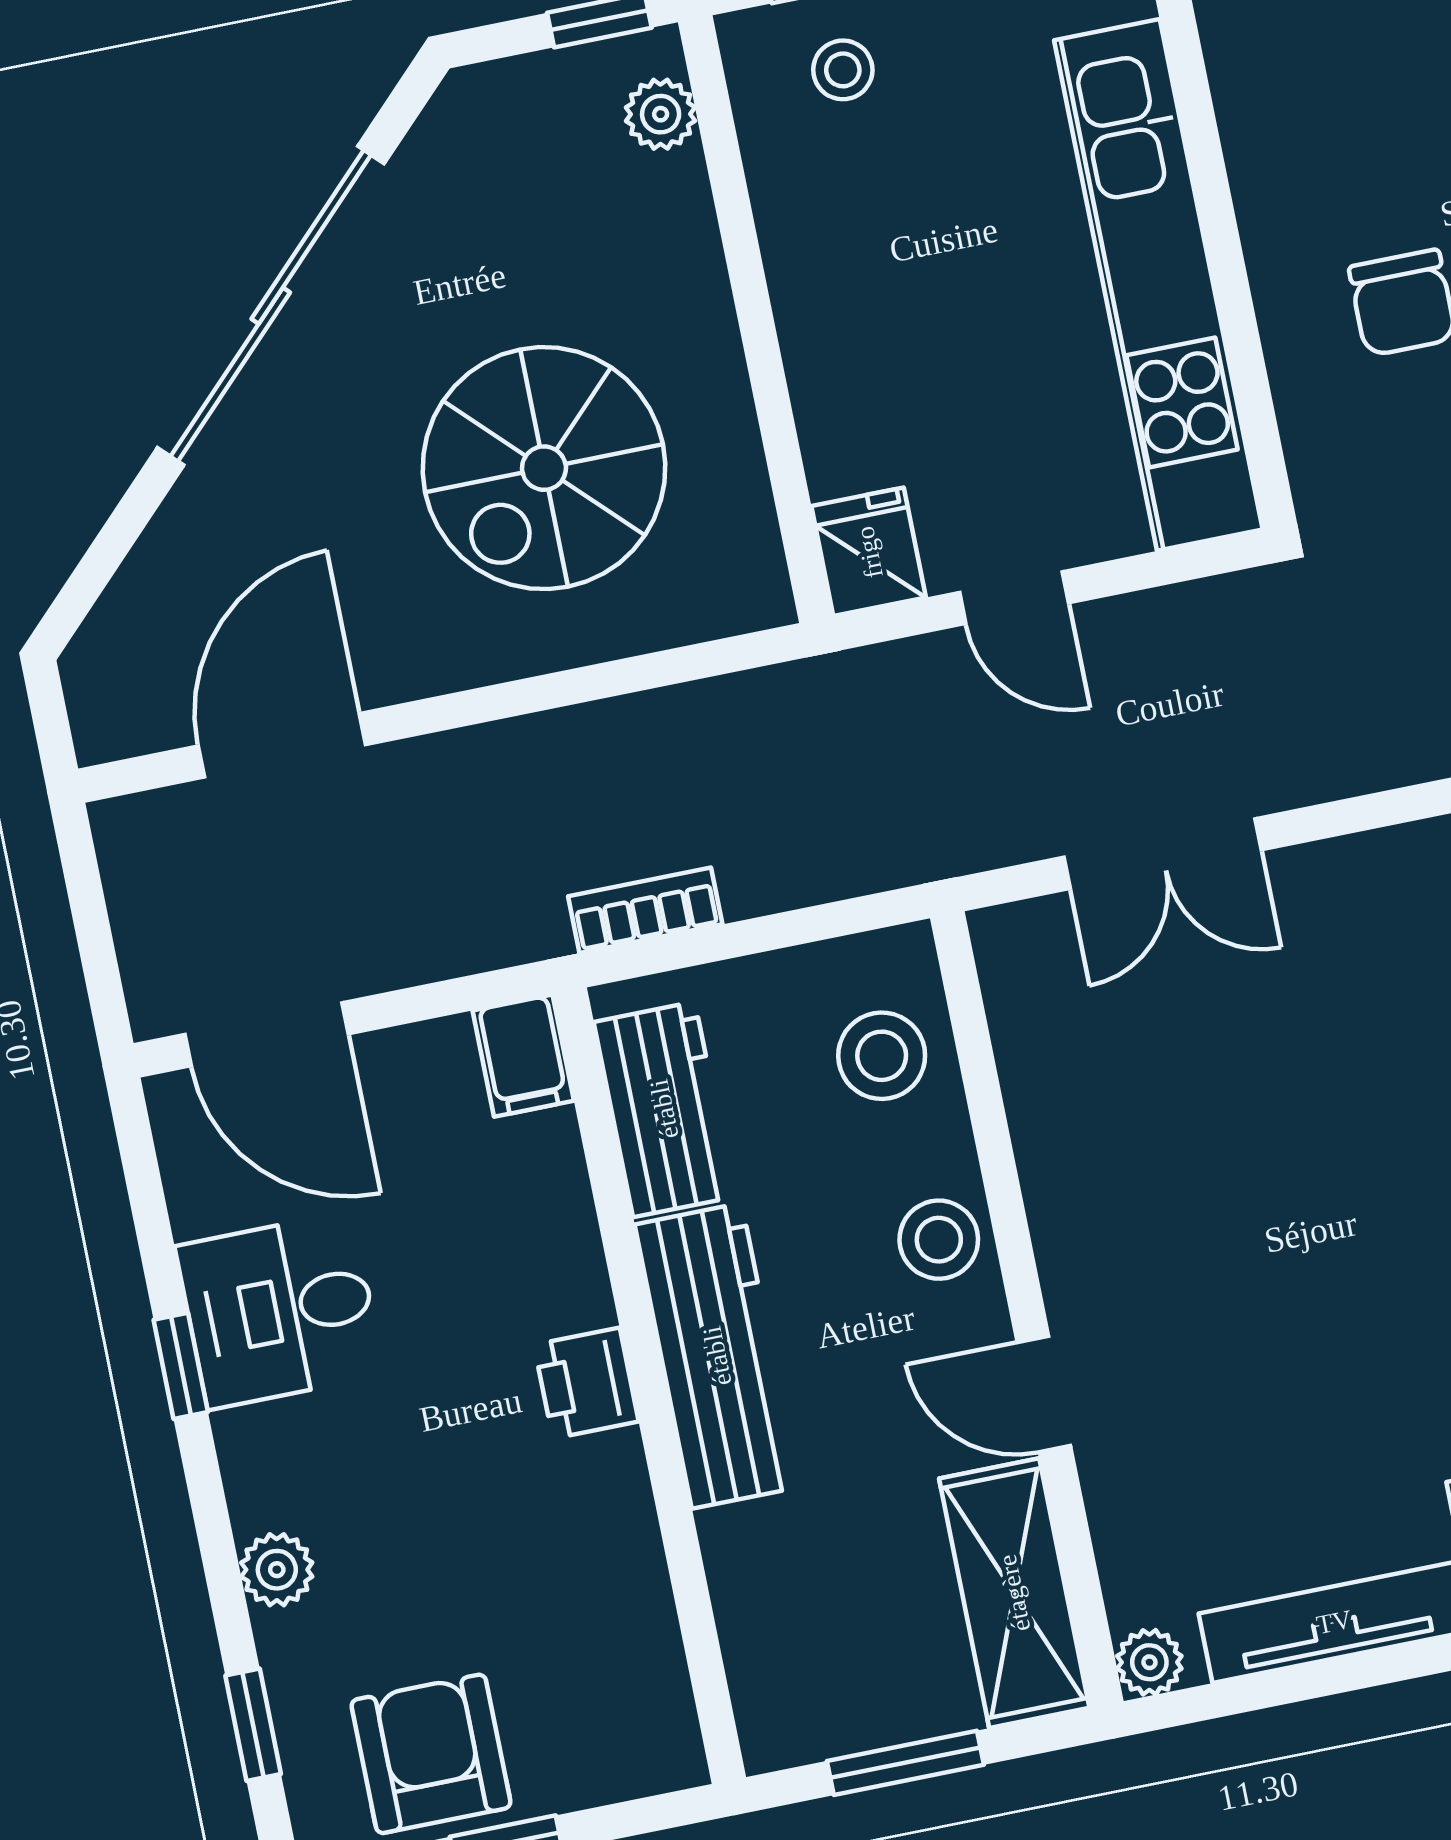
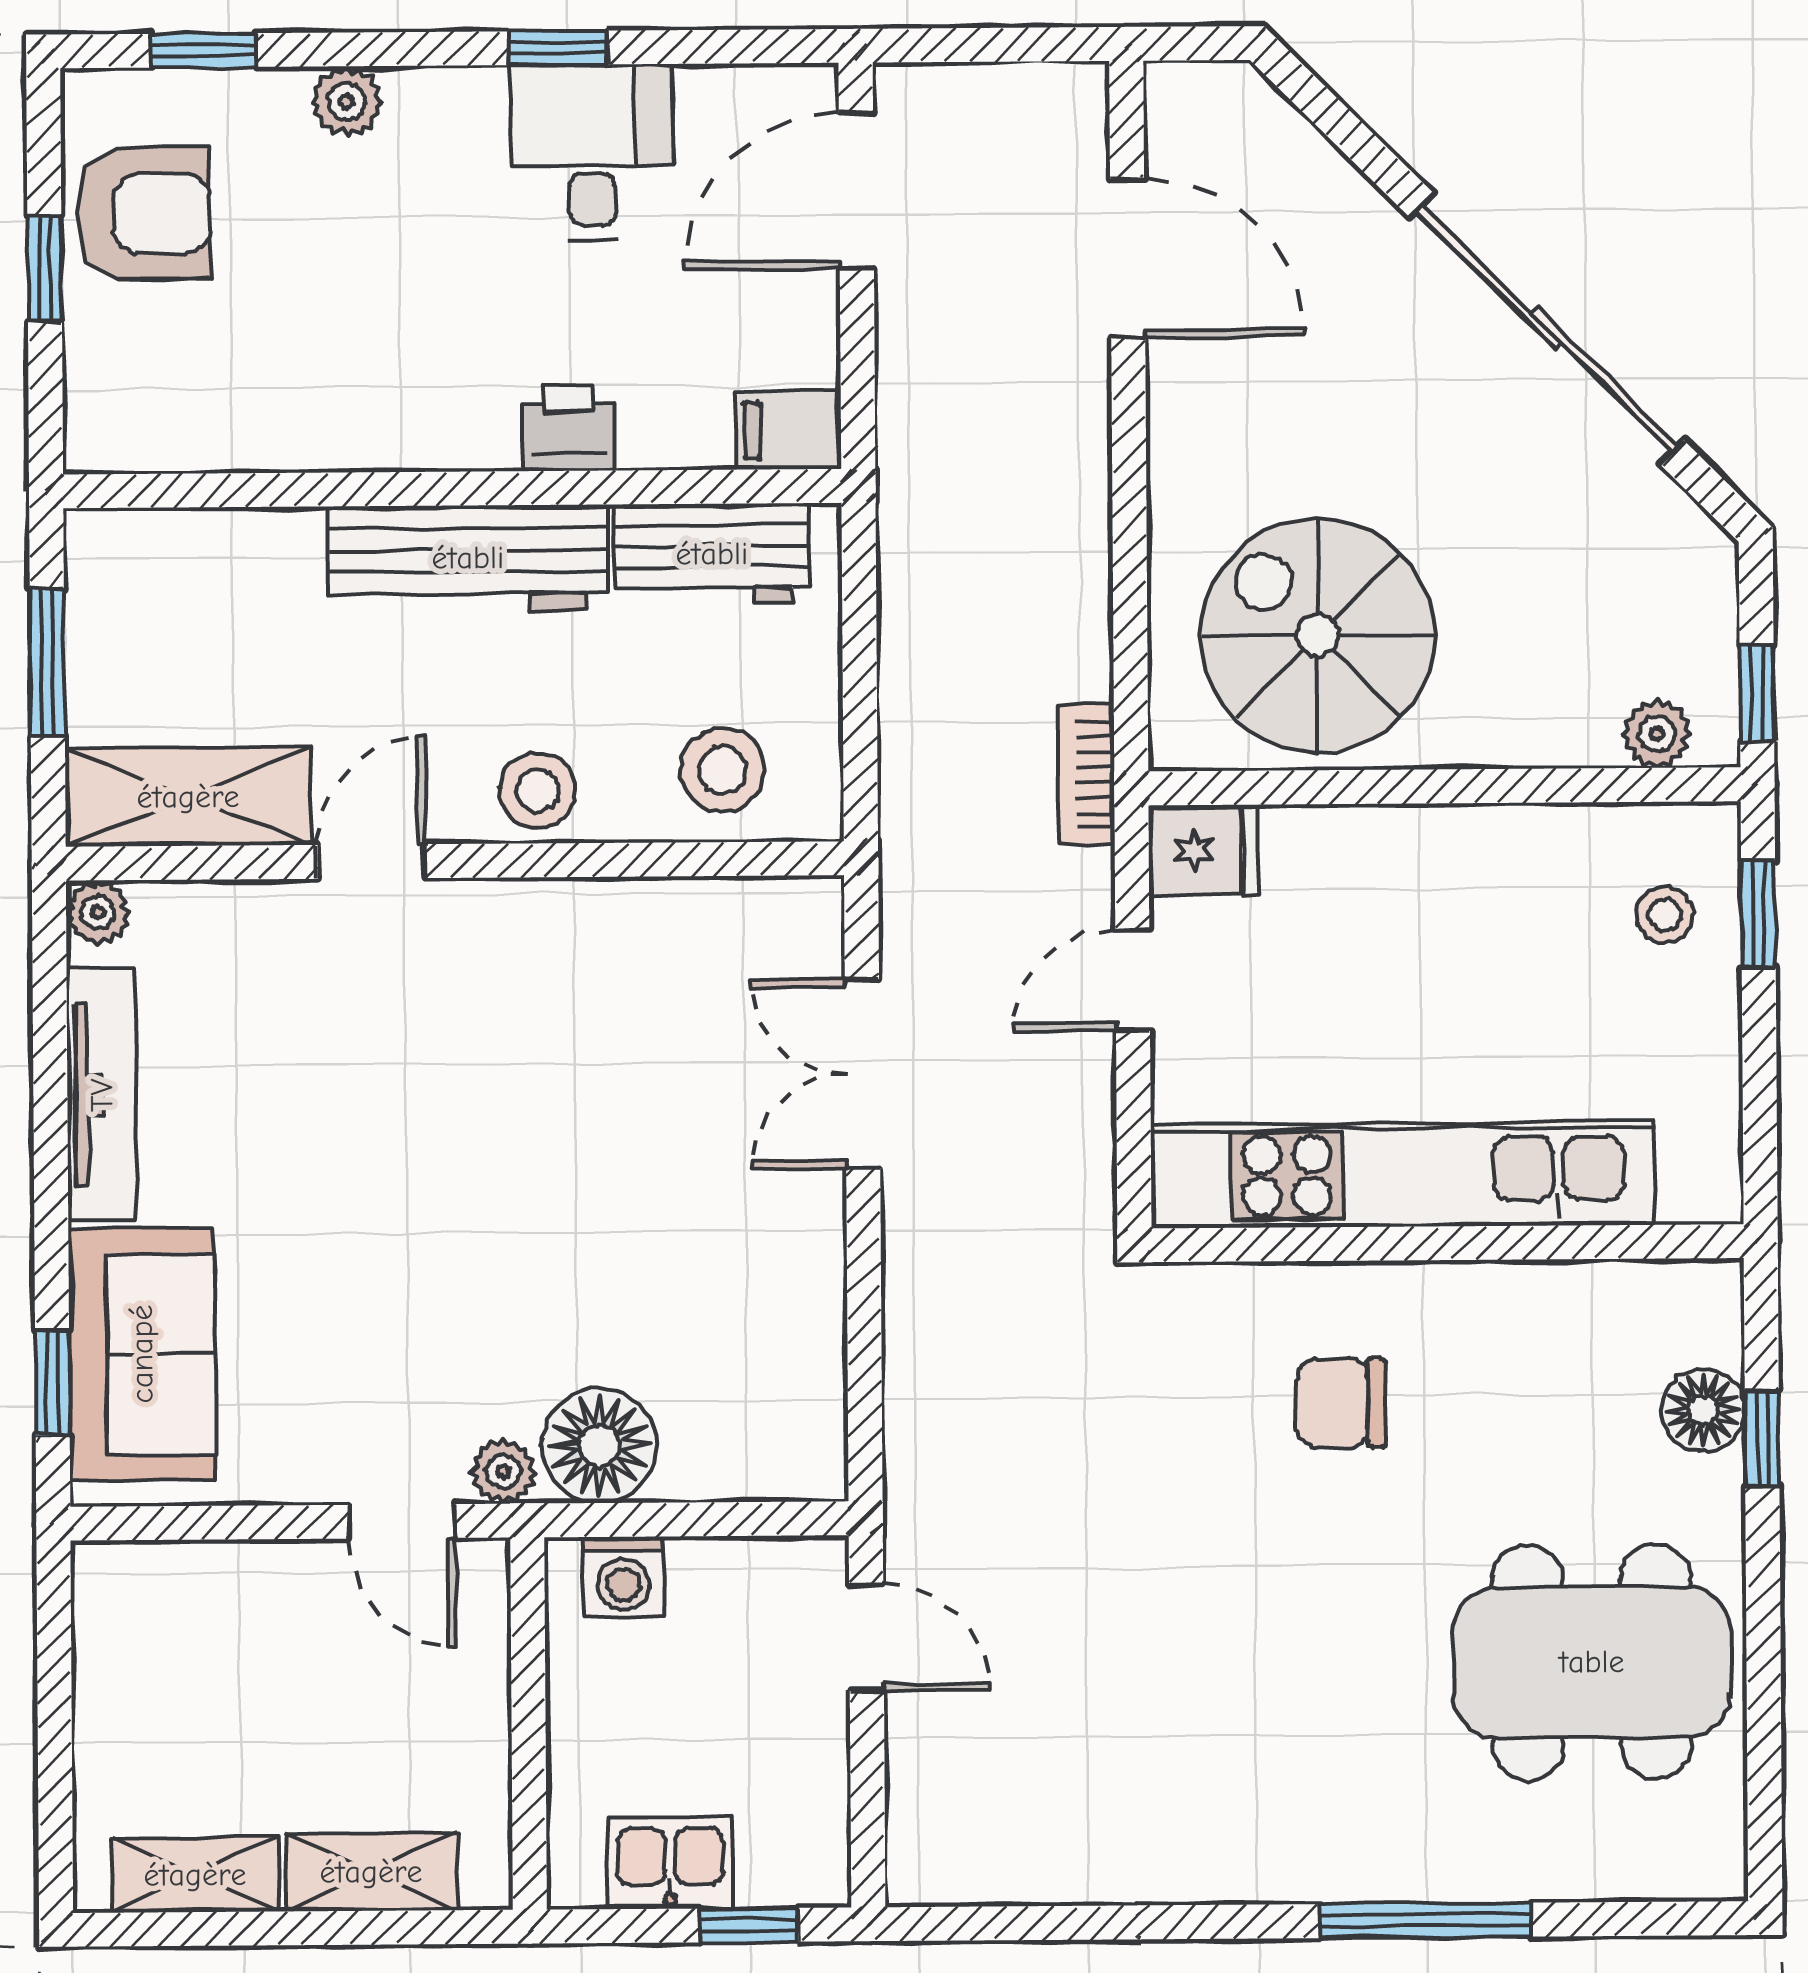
spiral stairs: (544, 468) -> (1318, 635), moved
bookcase: (645, 910) -> (1086, 775), moved, turned 180
printer: (586, 1383) -> (569, 429), moved

